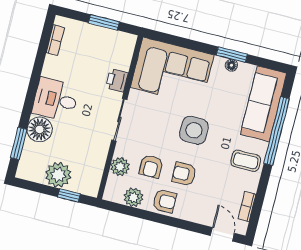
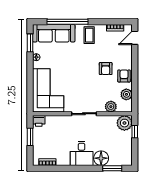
window: (232, 55) -> (30, 43), moved
printer: (117, 80) -> (39, 121), moved
side table: (194, 130) -> (79, 69), removed
armchair: (151, 166) -> (106, 89), removed
plant: (58, 175) -> (124, 123), moved

